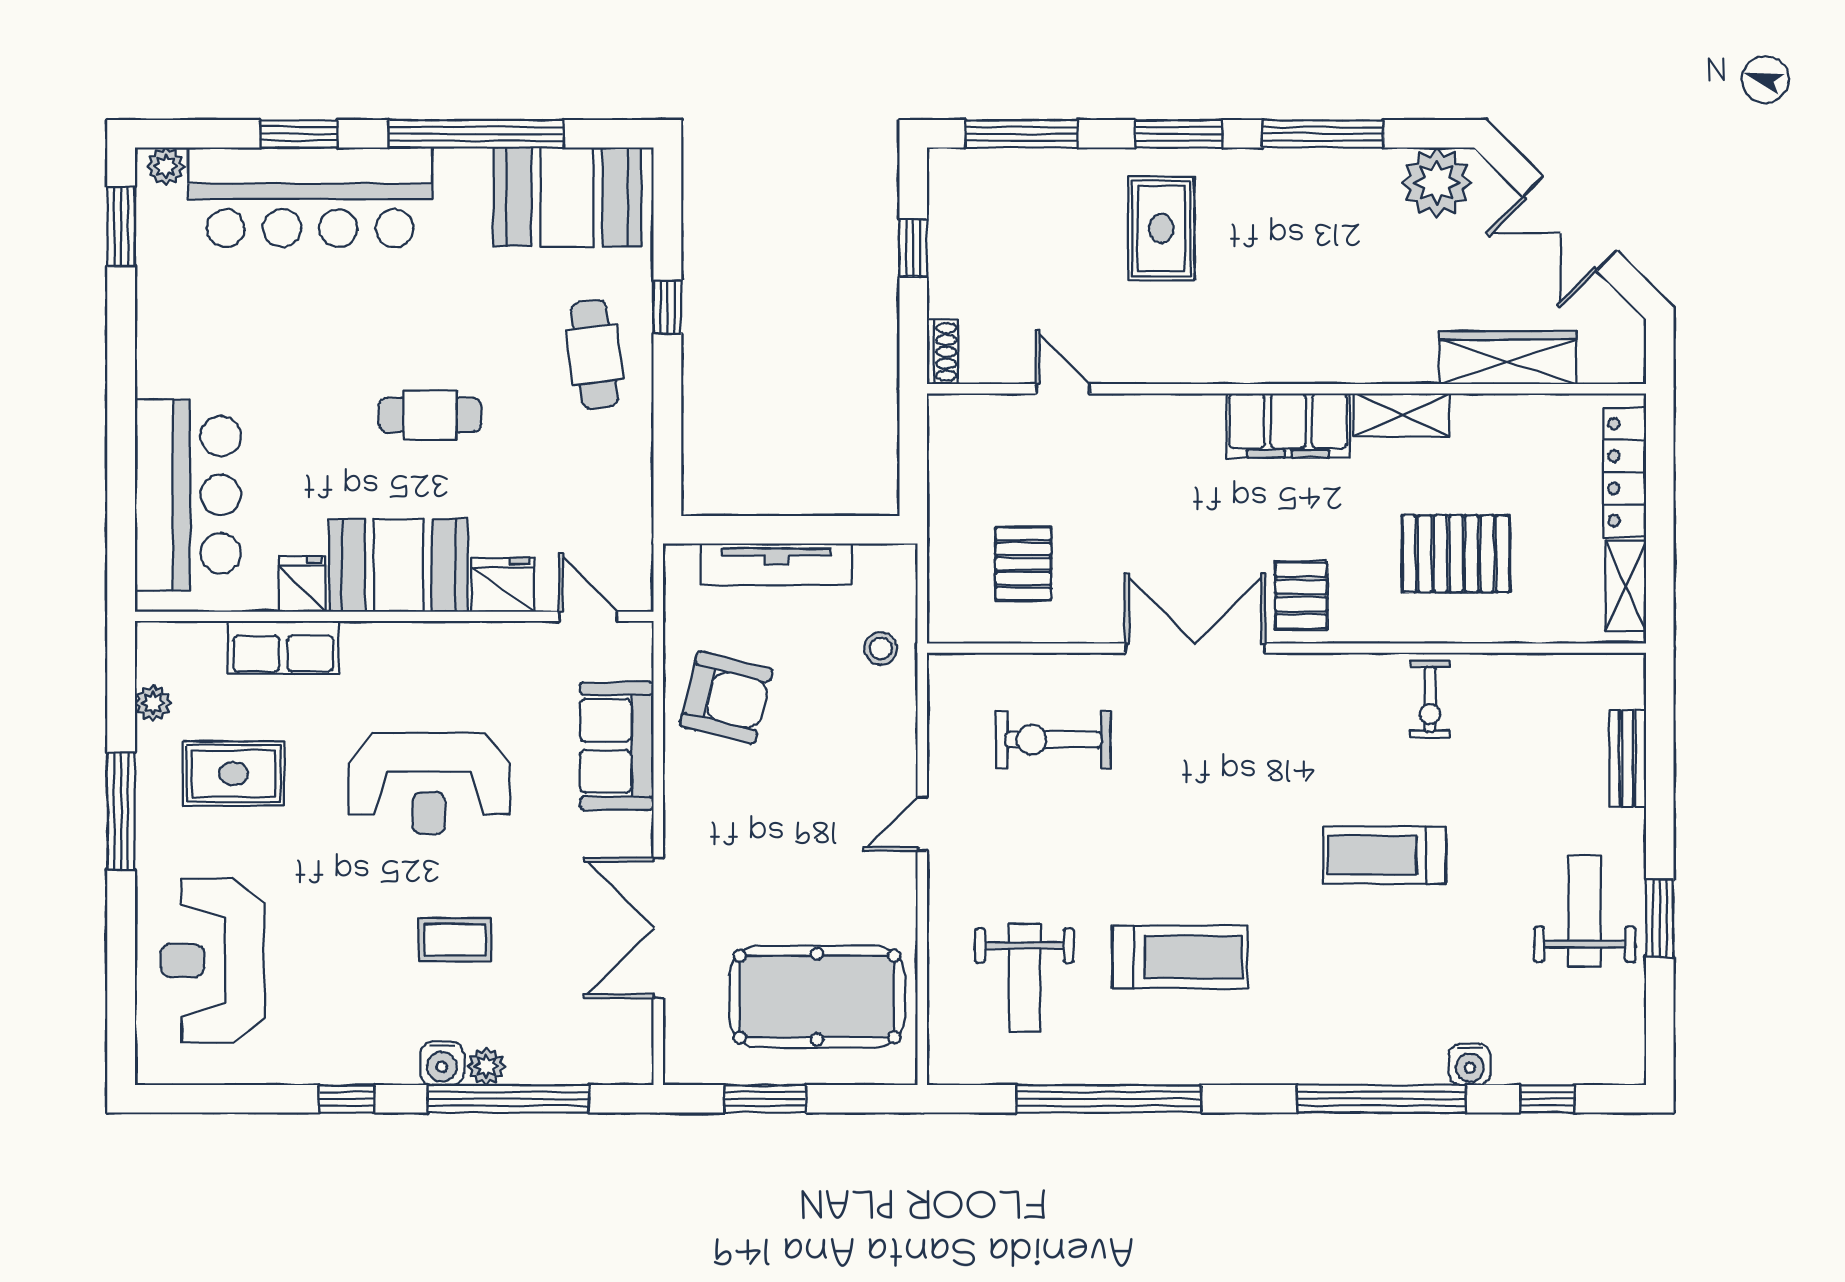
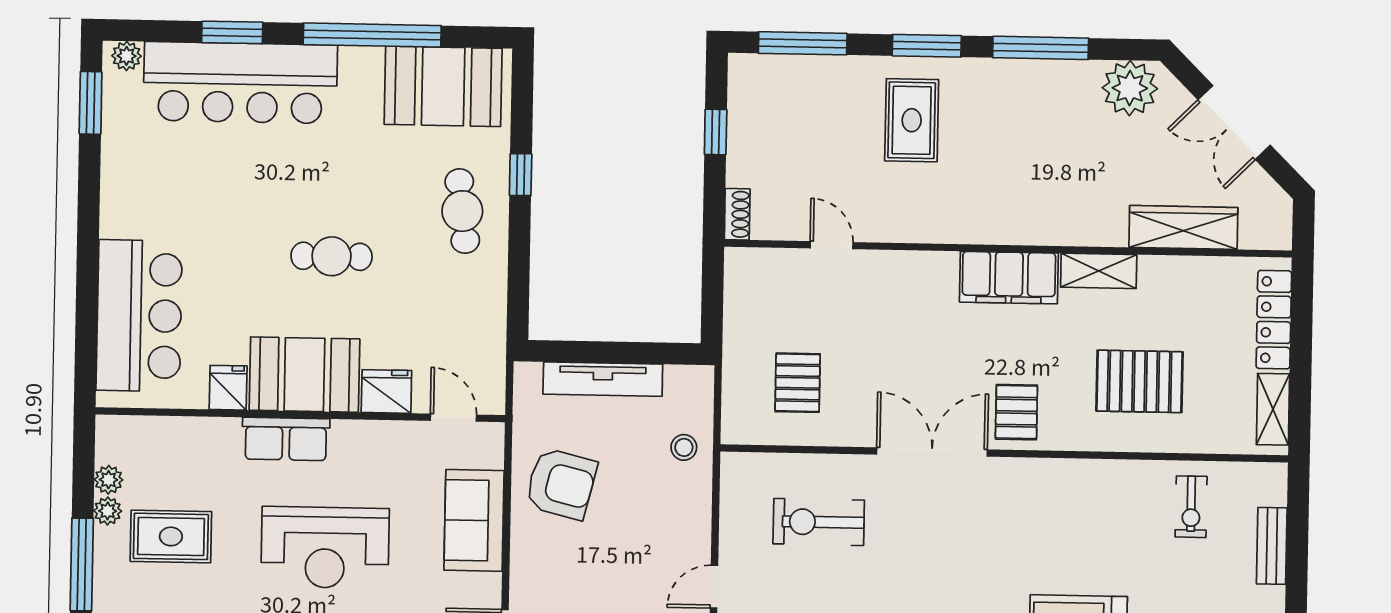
row of seats: (283, 647) -> (286, 439), moved
exercise bike: (1430, 699) -> (1191, 507), moved
plant: (153, 743) -> (108, 511), added

